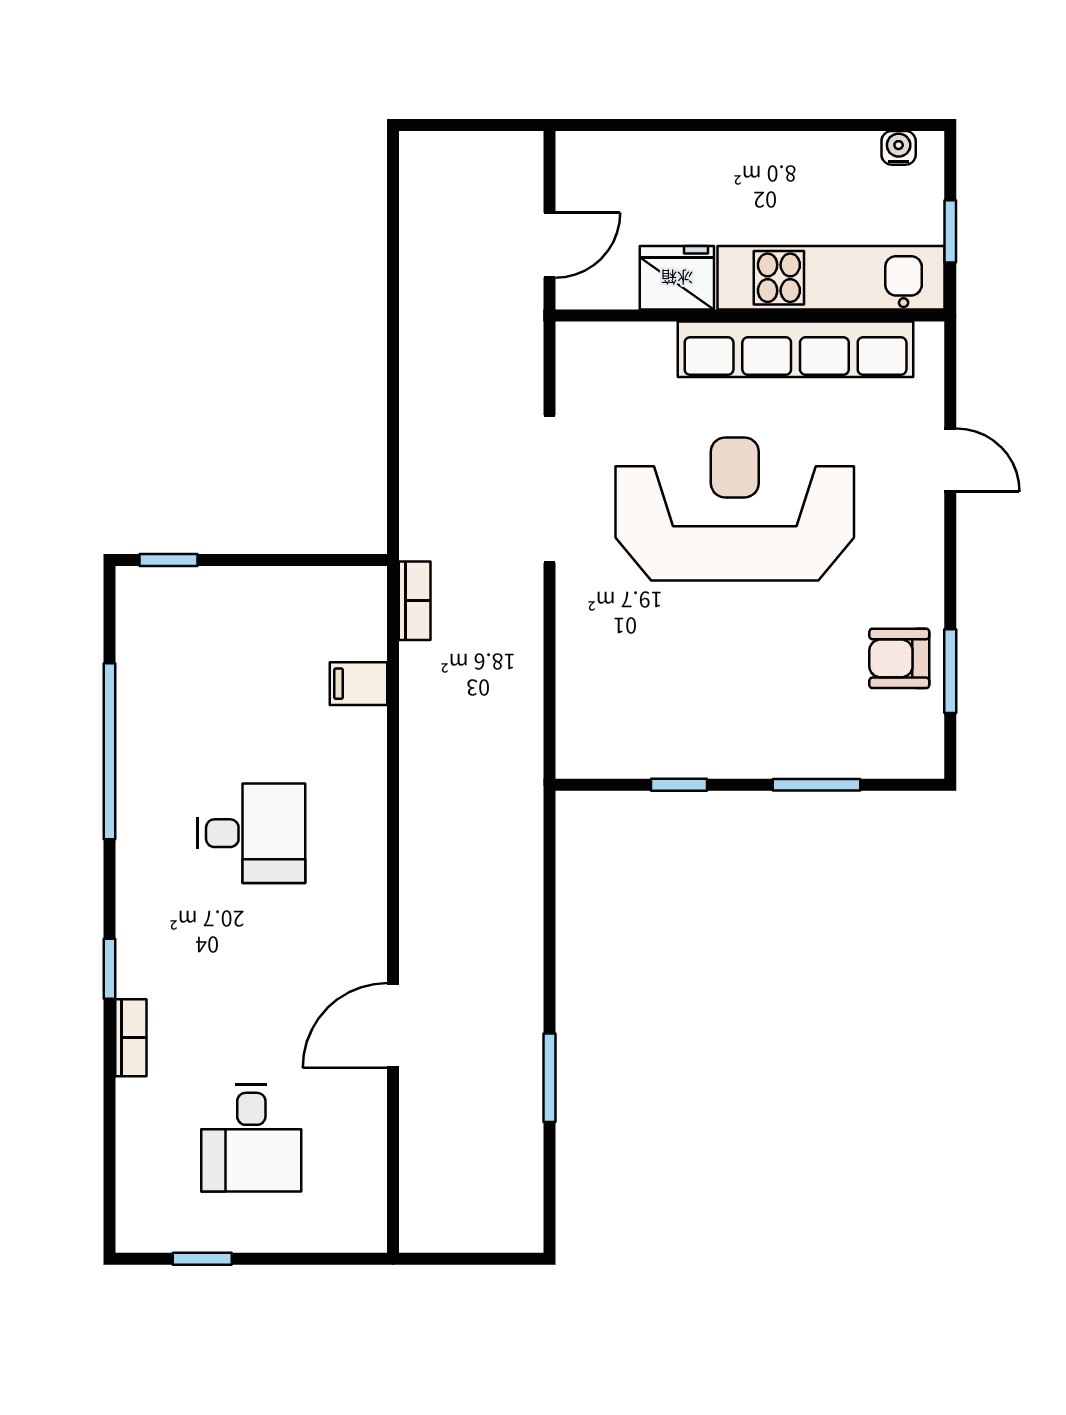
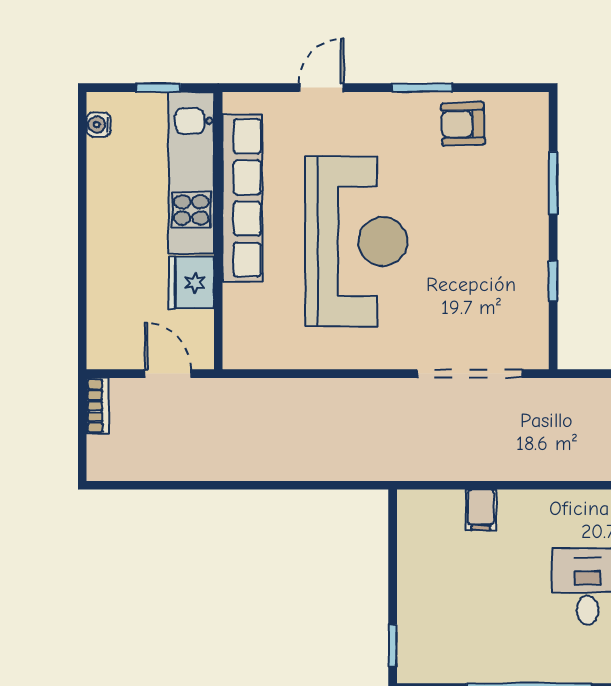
doorway: (549, 489) -> (469, 374), moved
reception desk: (735, 509) -> (356, 241), turned 180
bookcase: (415, 601) -> (98, 406), moved, turned 90
armchair: (899, 658) -> (463, 124), turned 88
window: (950, 671) -> (422, 88), moved

